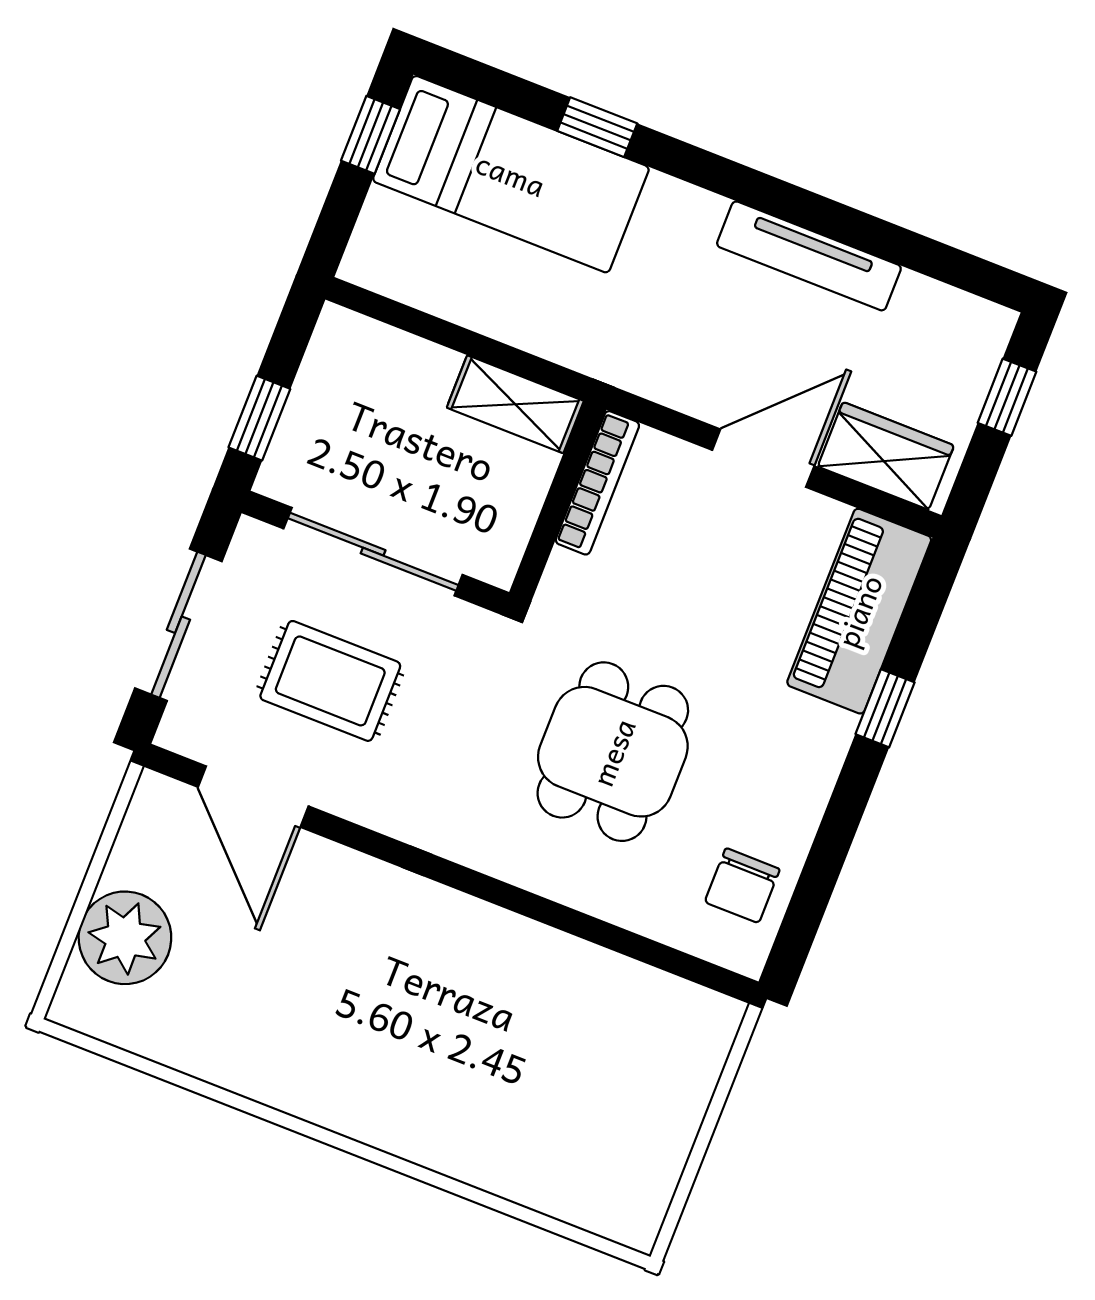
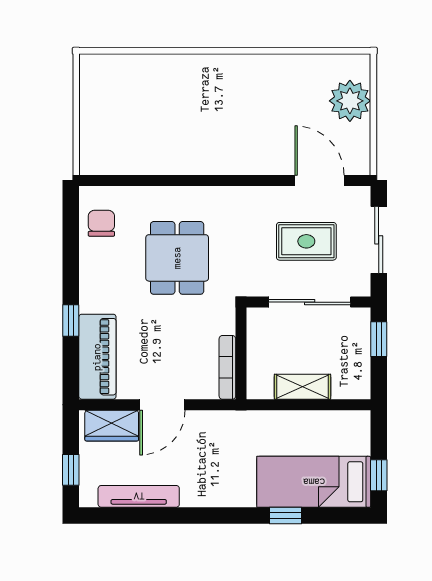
tv unit: (809, 256) -> (139, 496), moved
shelving: (515, 404) -> (302, 387), moved

